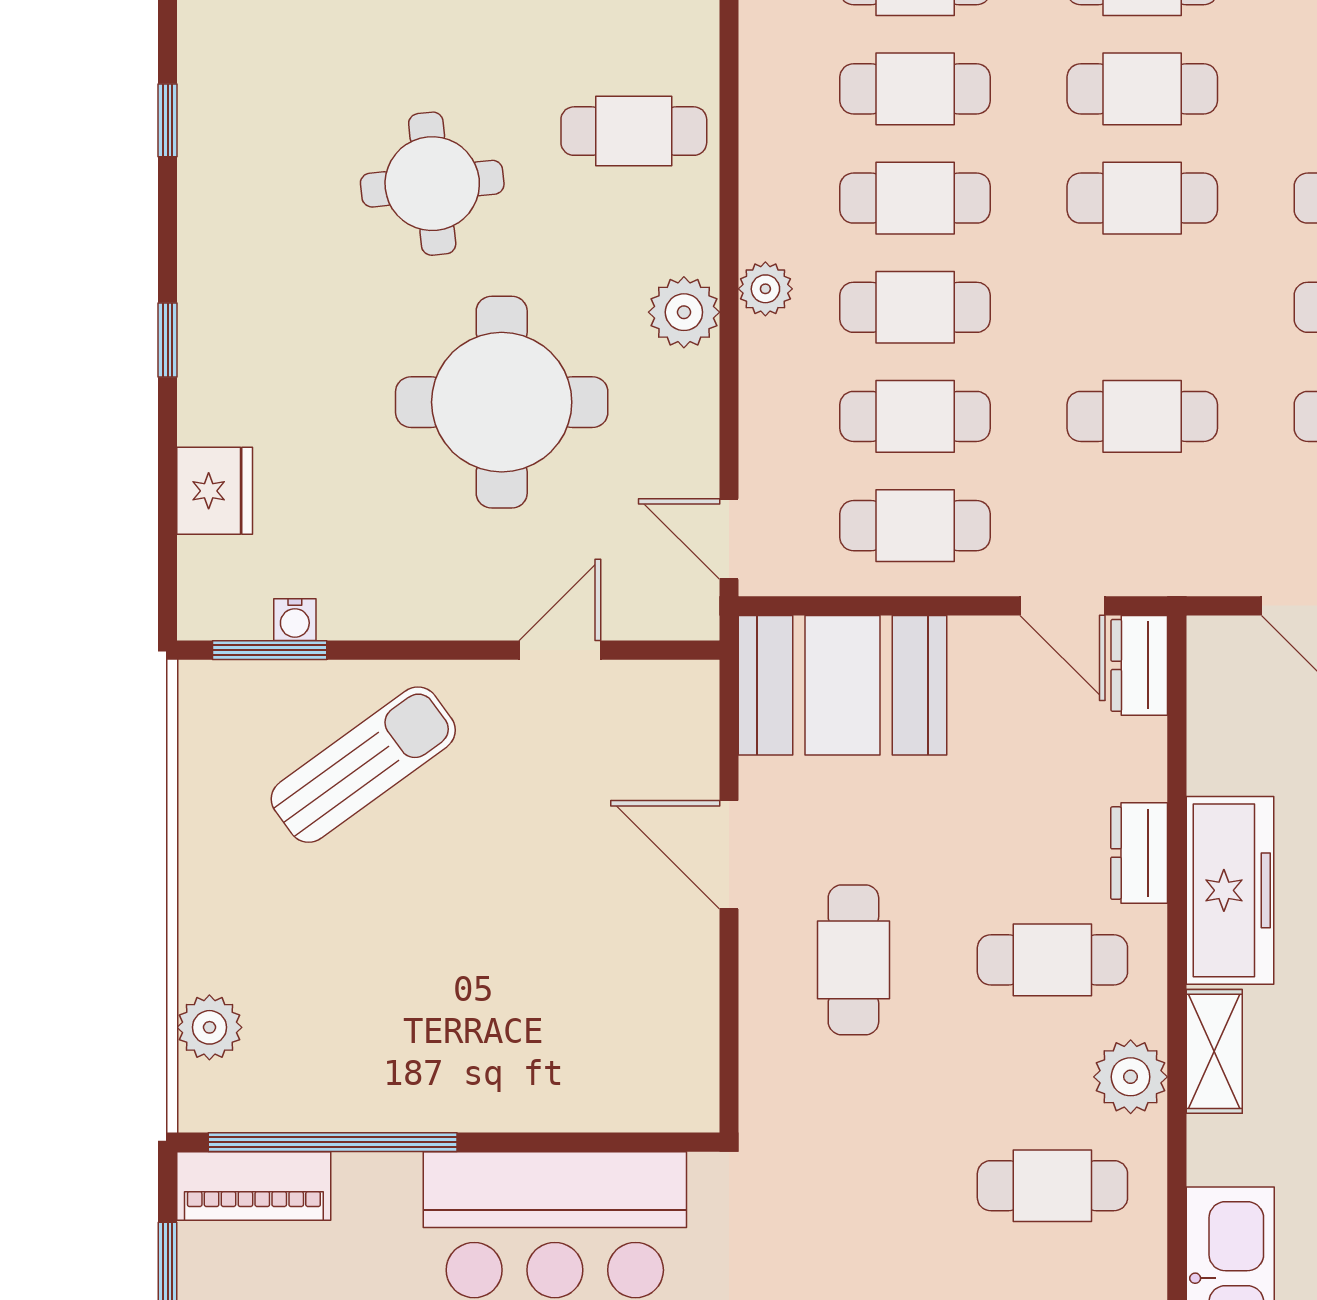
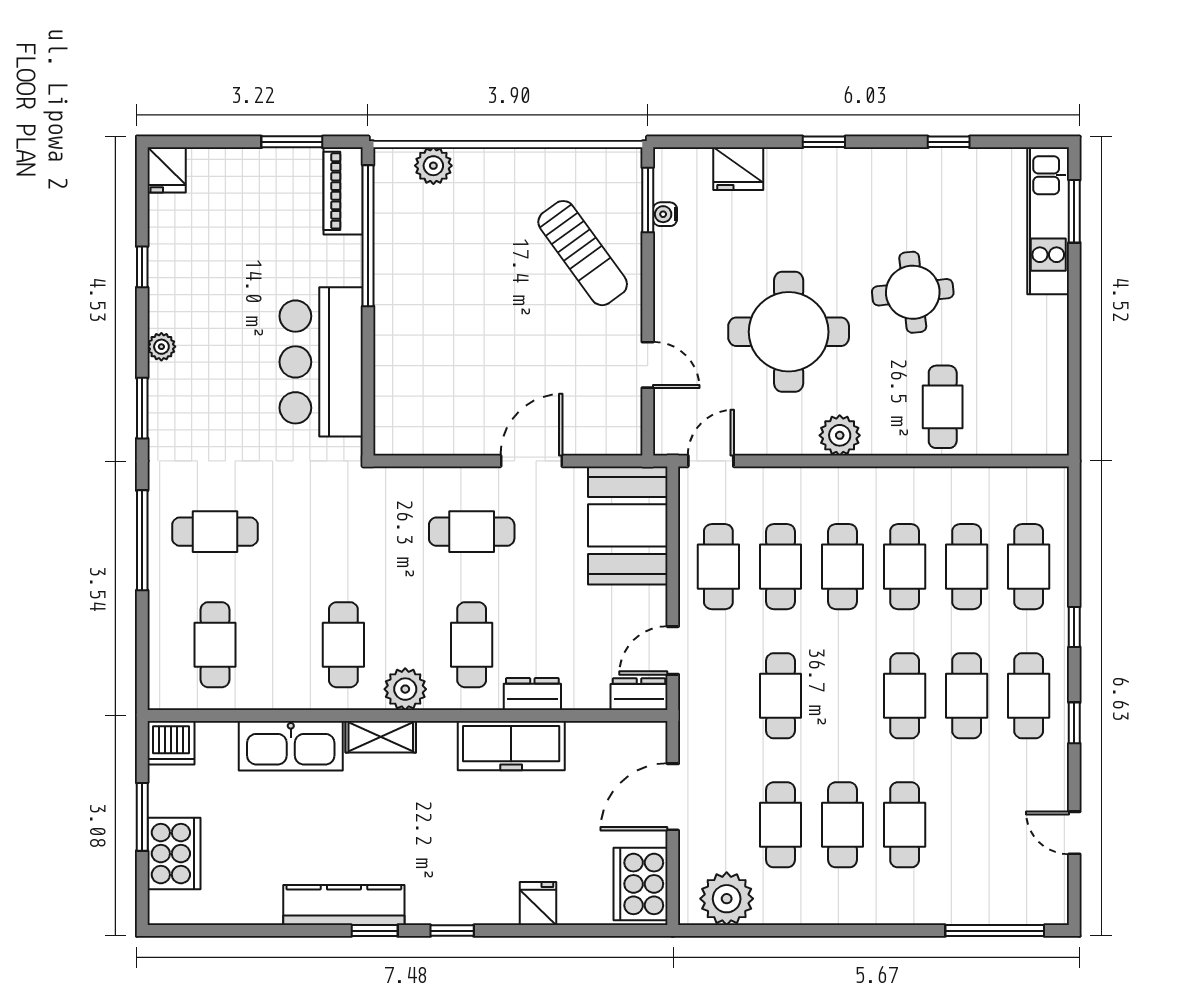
plant: (765, 289) -> (853, 482), removed
shelving: (1214, 1051) -> (381, 737), moved

